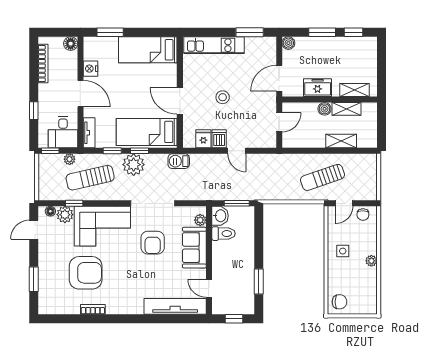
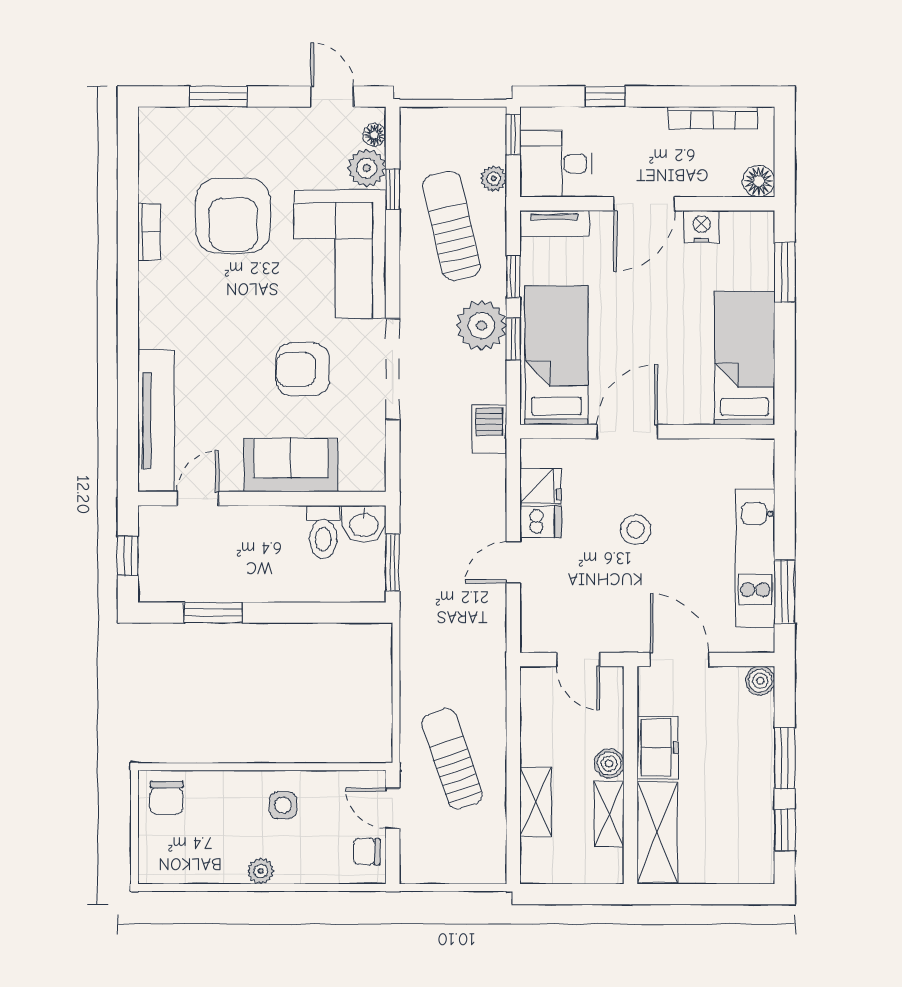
kitchen unit: (214, 45) -> (755, 558), moved
shelving: (355, 90) -> (657, 832), width x1.50, depth x1.33
plant: (200, 220) -> (354, 478), removed

